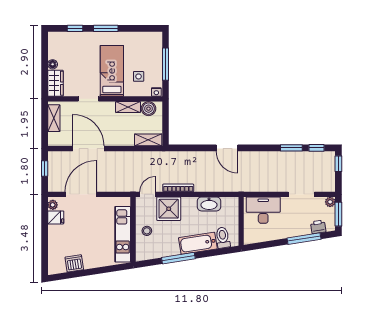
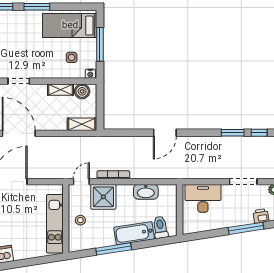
bed: (112, 71) -> (70, 26), moved, turned -90
door: (227, 148) -> (165, 133), hinge flipped

